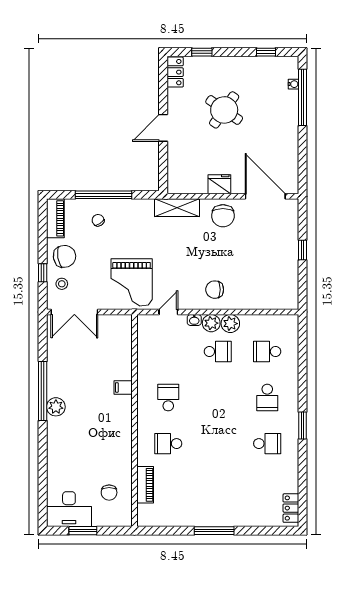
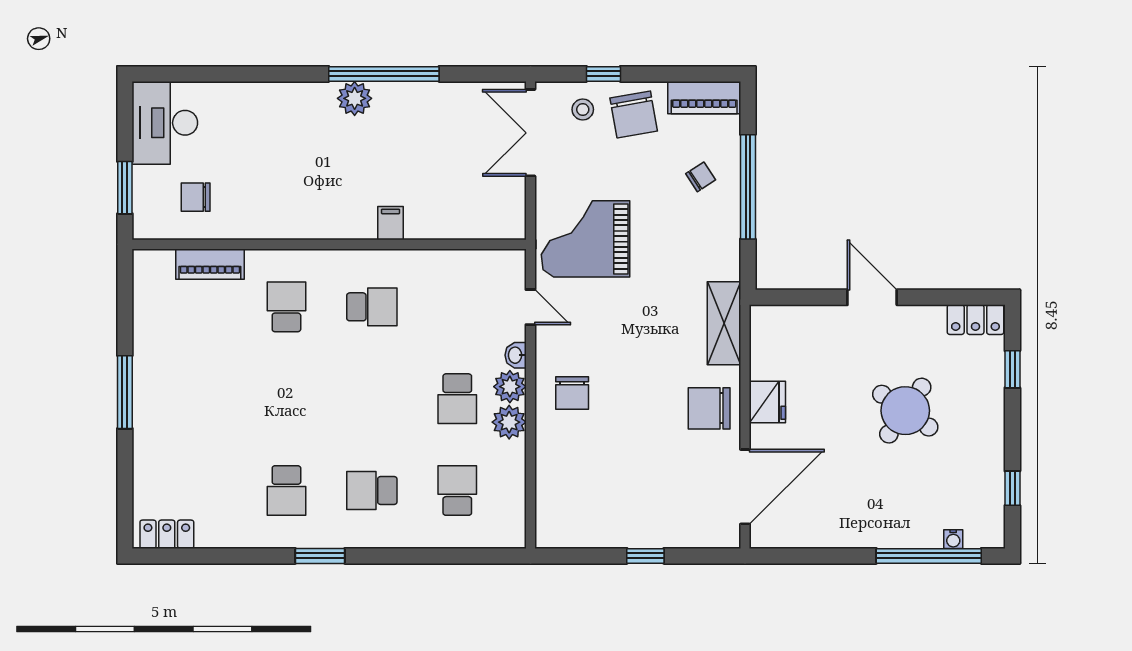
chair: (215, 290) -> (572, 393), turned 180
window: (83, 531) -> (125, 188), moved

